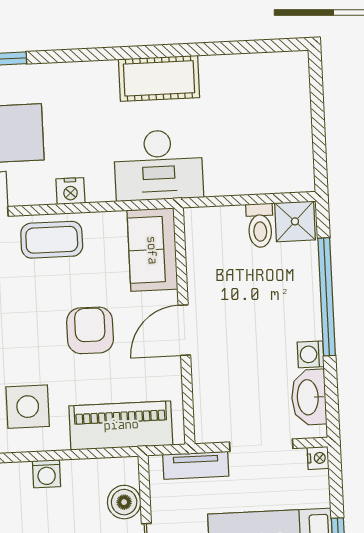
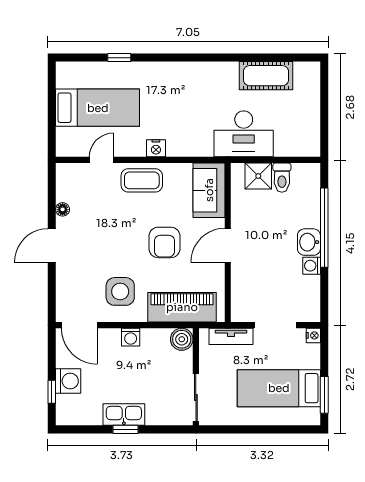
cot: (159, 78) -> (266, 76), moved
desk: (158, 165) -> (244, 134), moved
shower: (295, 221) -> (258, 176), moved
armchair: (90, 330) -> (165, 242), turned 180
washbasin: (309, 397) -> (309, 242), moved, width x0.72
boiler: (124, 502) -> (182, 339), moved

